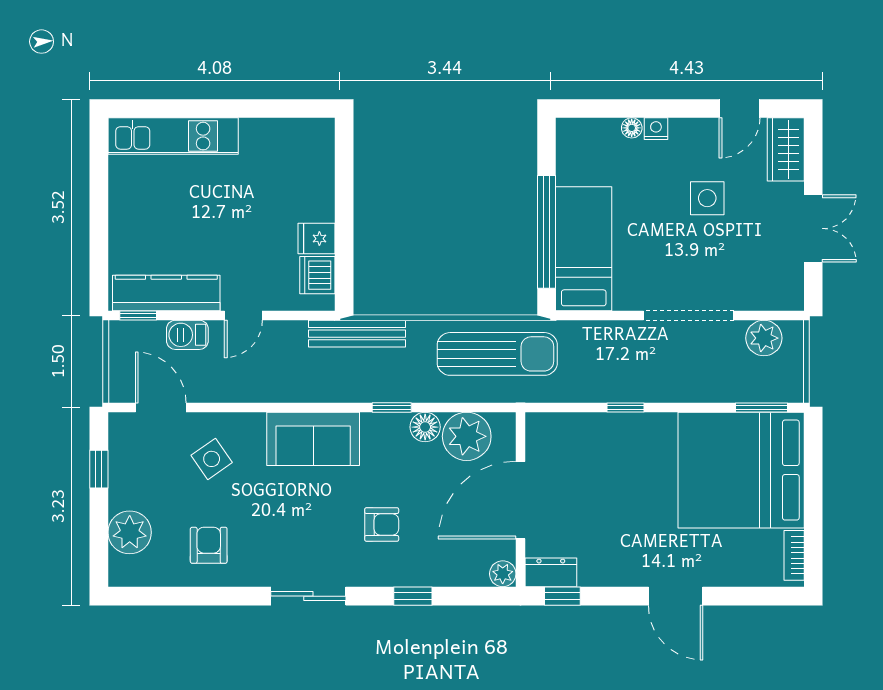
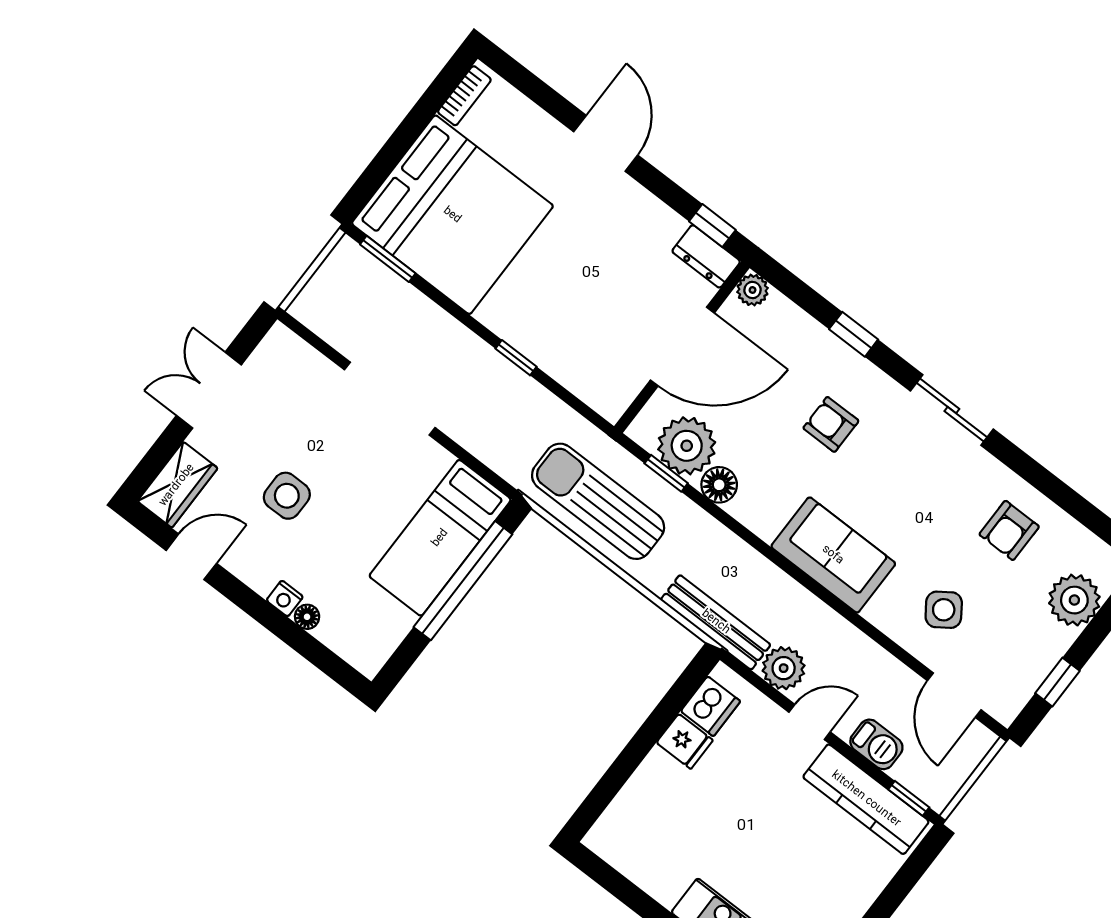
plant: (764, 338) -> (784, 668), moved
window: (392, 407) -> (666, 473), moved

